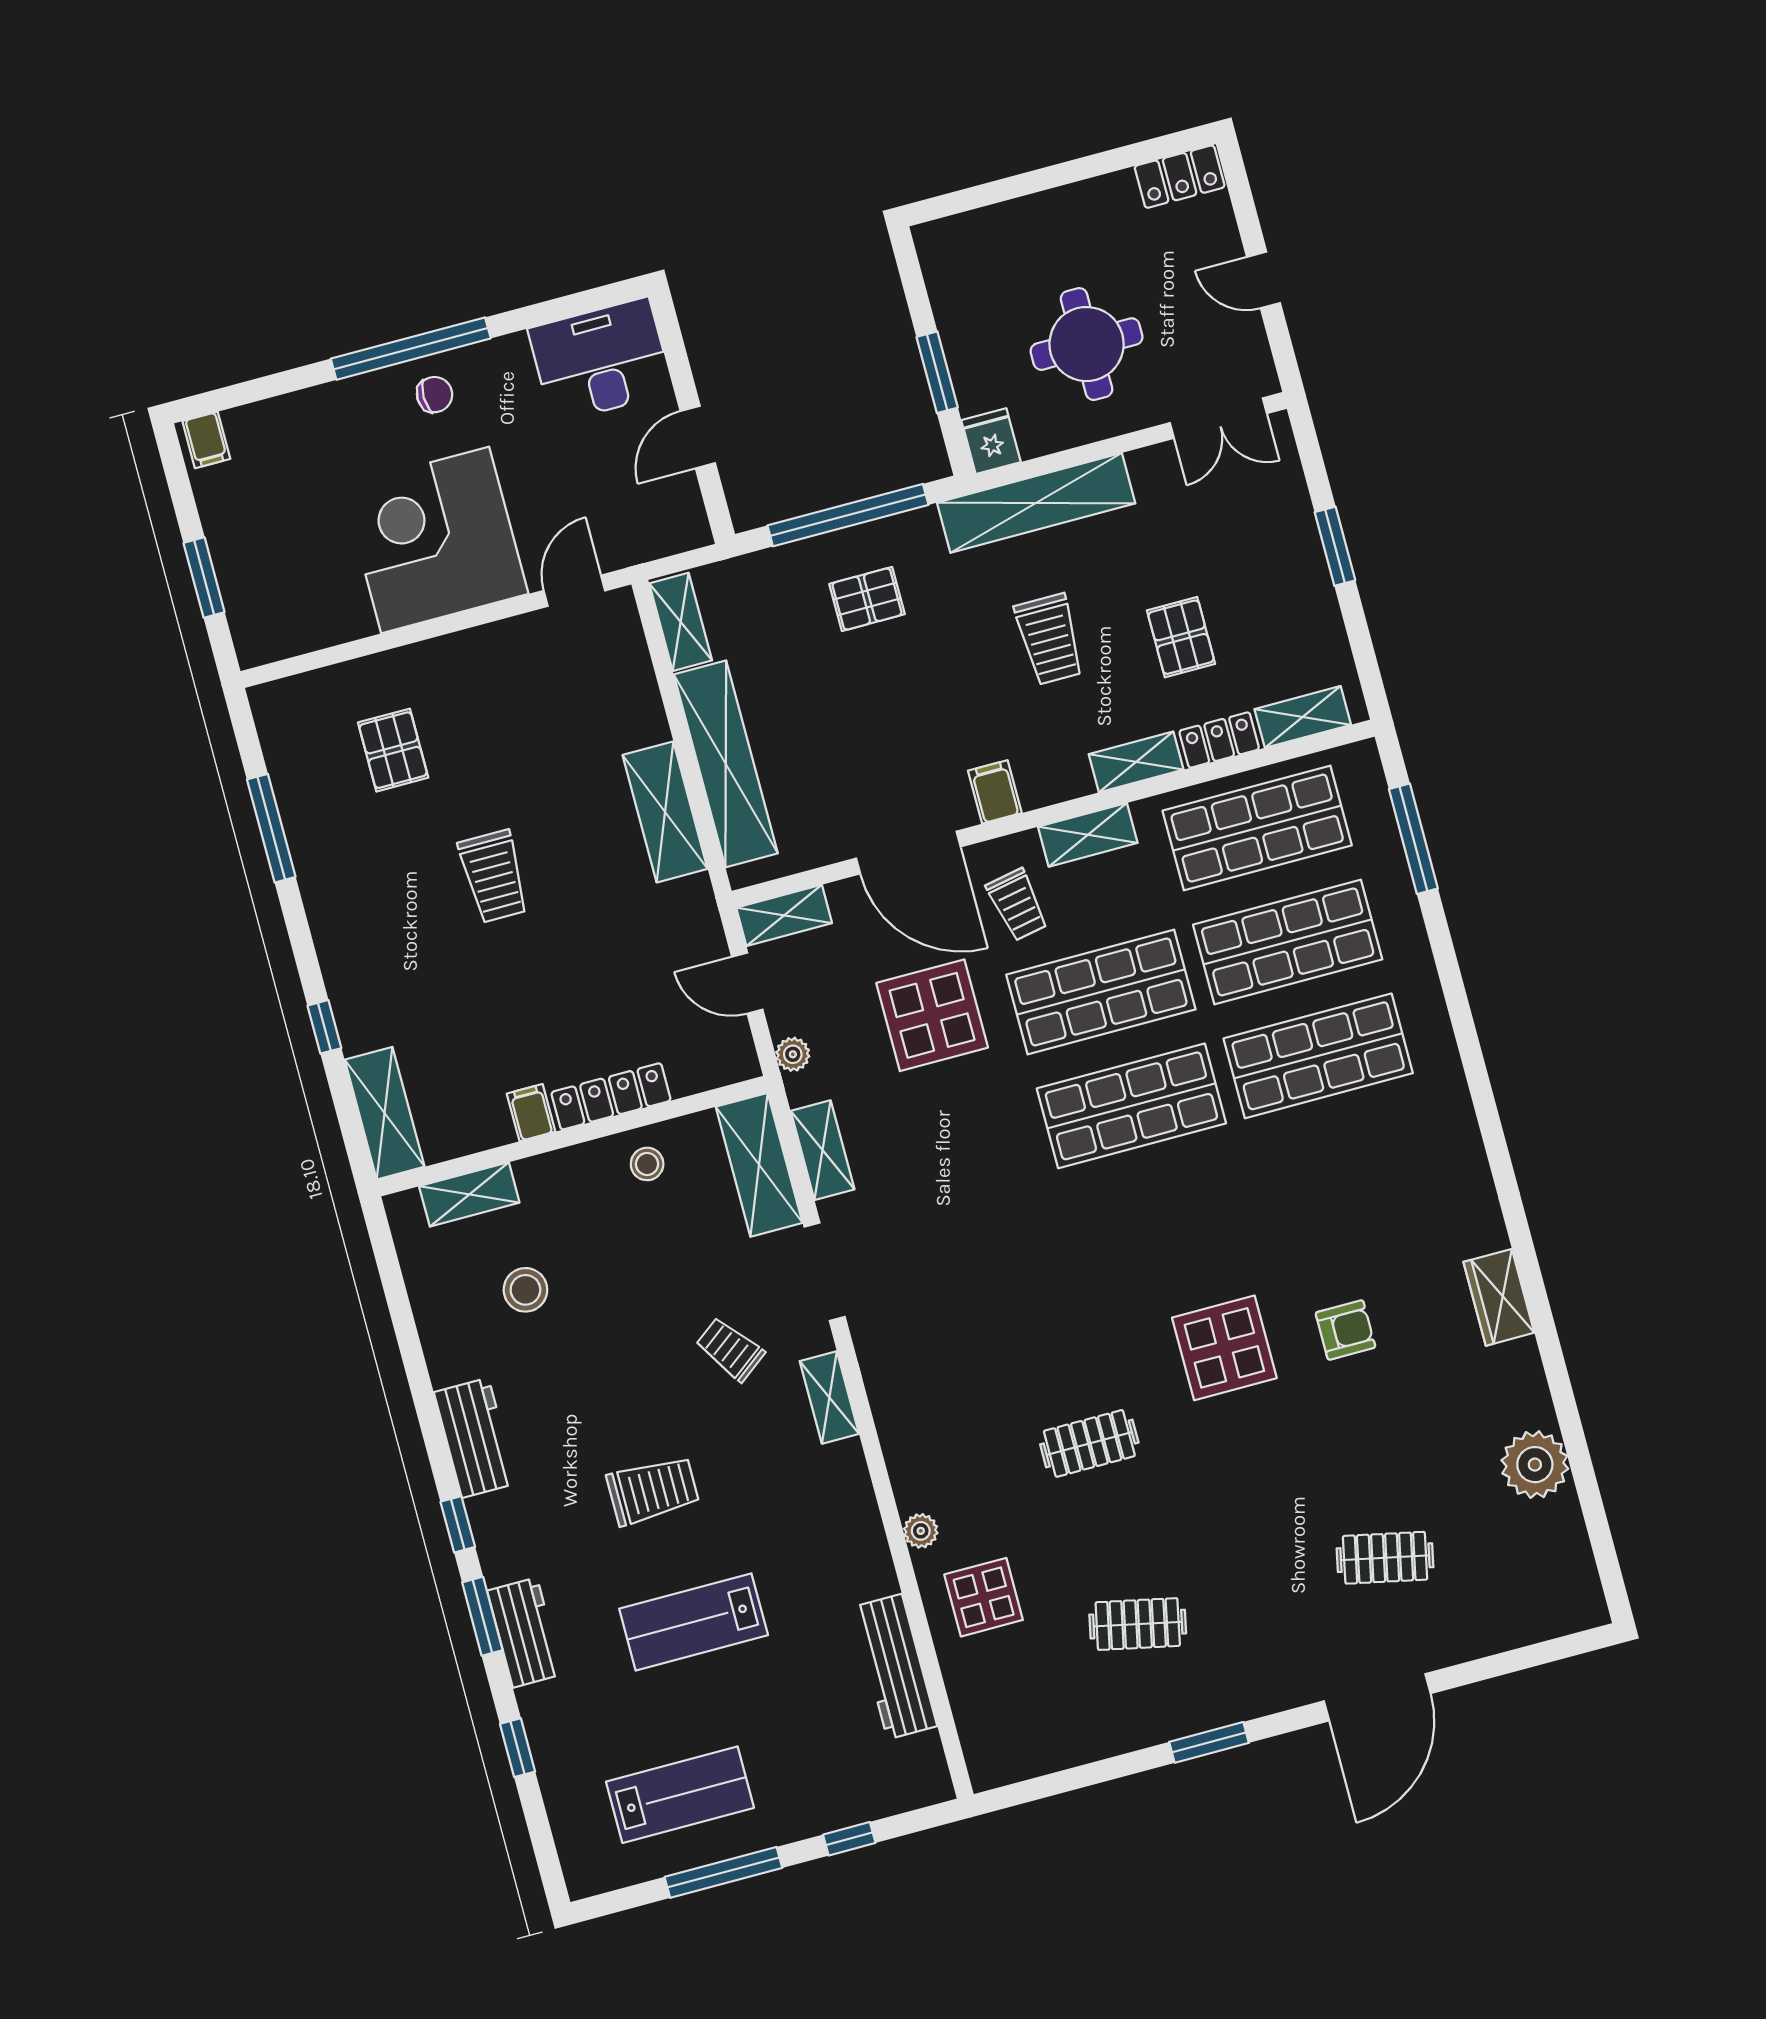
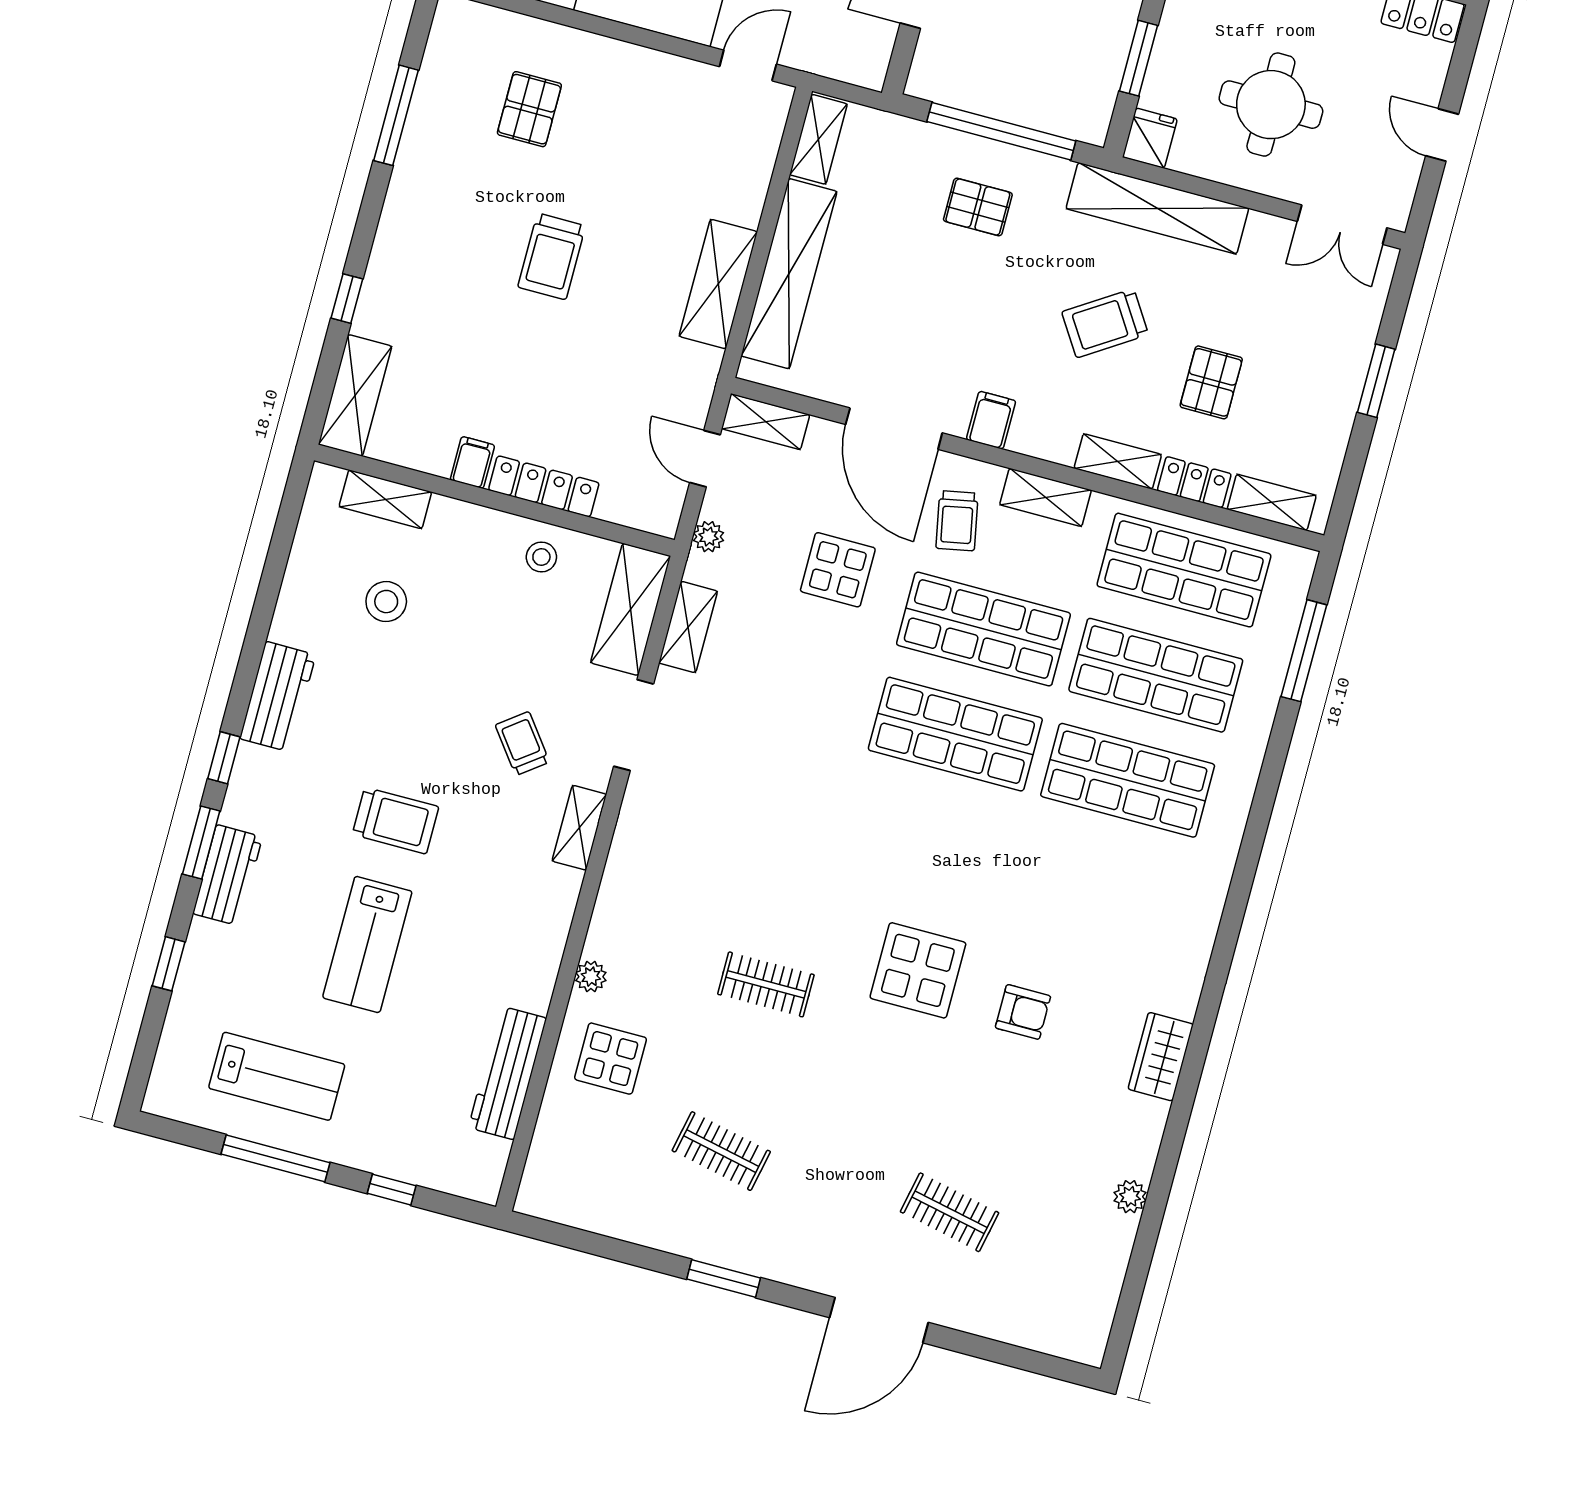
trolley: (1049, 639) -> (1105, 323), turned 57
display table: (932, 1015) -> (838, 570), width x0.73, depth x0.73
plant: (1535, 1465) -> (1130, 1197), width x0.53, depth x0.53
lab bench: (694, 1622) -> (367, 945), turned -90

